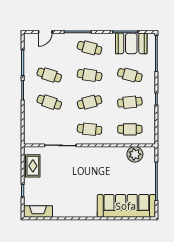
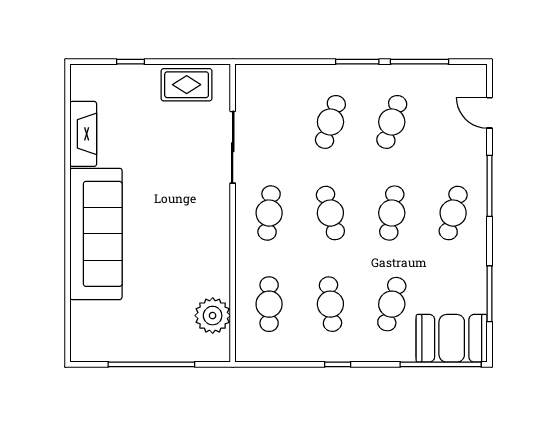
booth: (131, 43) -> (452, 338), moved, turned 90
sofa: (126, 206) -> (96, 234), moved
fireplace: (38, 211) -> (83, 134), moved

